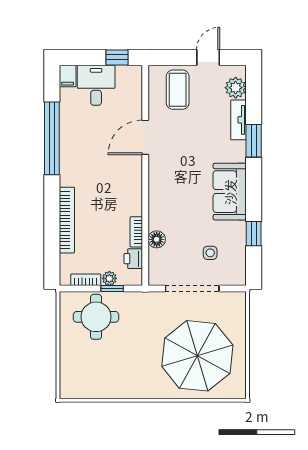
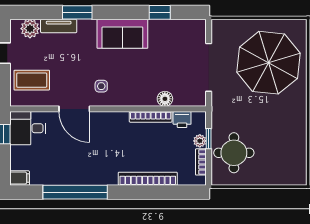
desk: (96, 85) -> (28, 128), moved
bookcase: (136, 232) -> (151, 117), width x1.56
side table: (210, 253) -> (101, 86), moved

